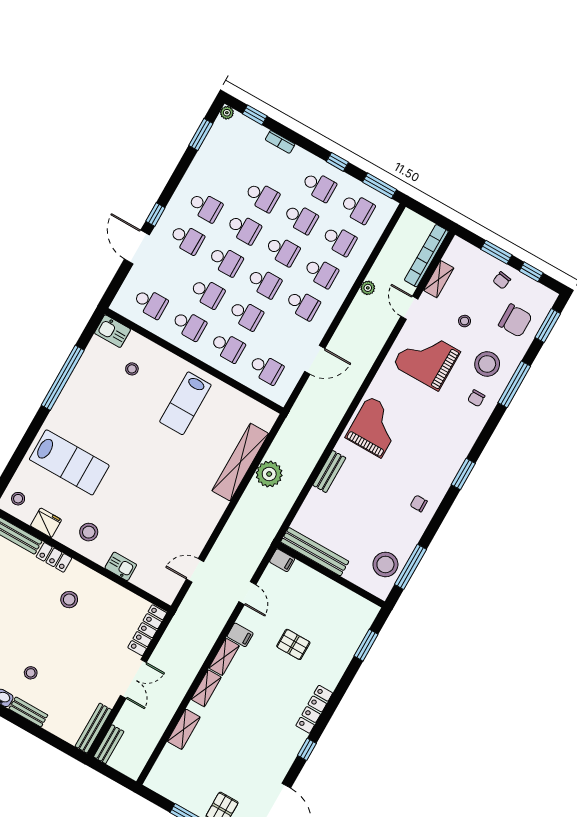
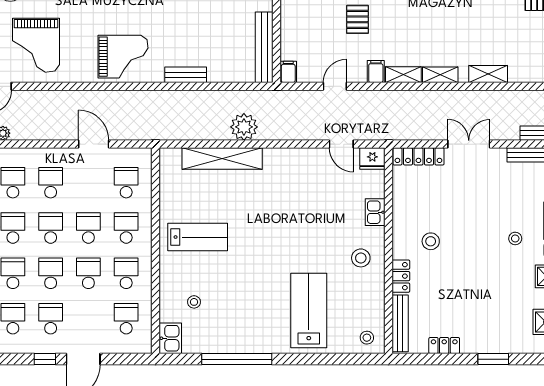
grand piano: (375, 427) -> (123, 57), turned 180
plant: (269, 474) -> (244, 127), moved
fridge: (46, 523) -> (372, 159), moved, turned -90

